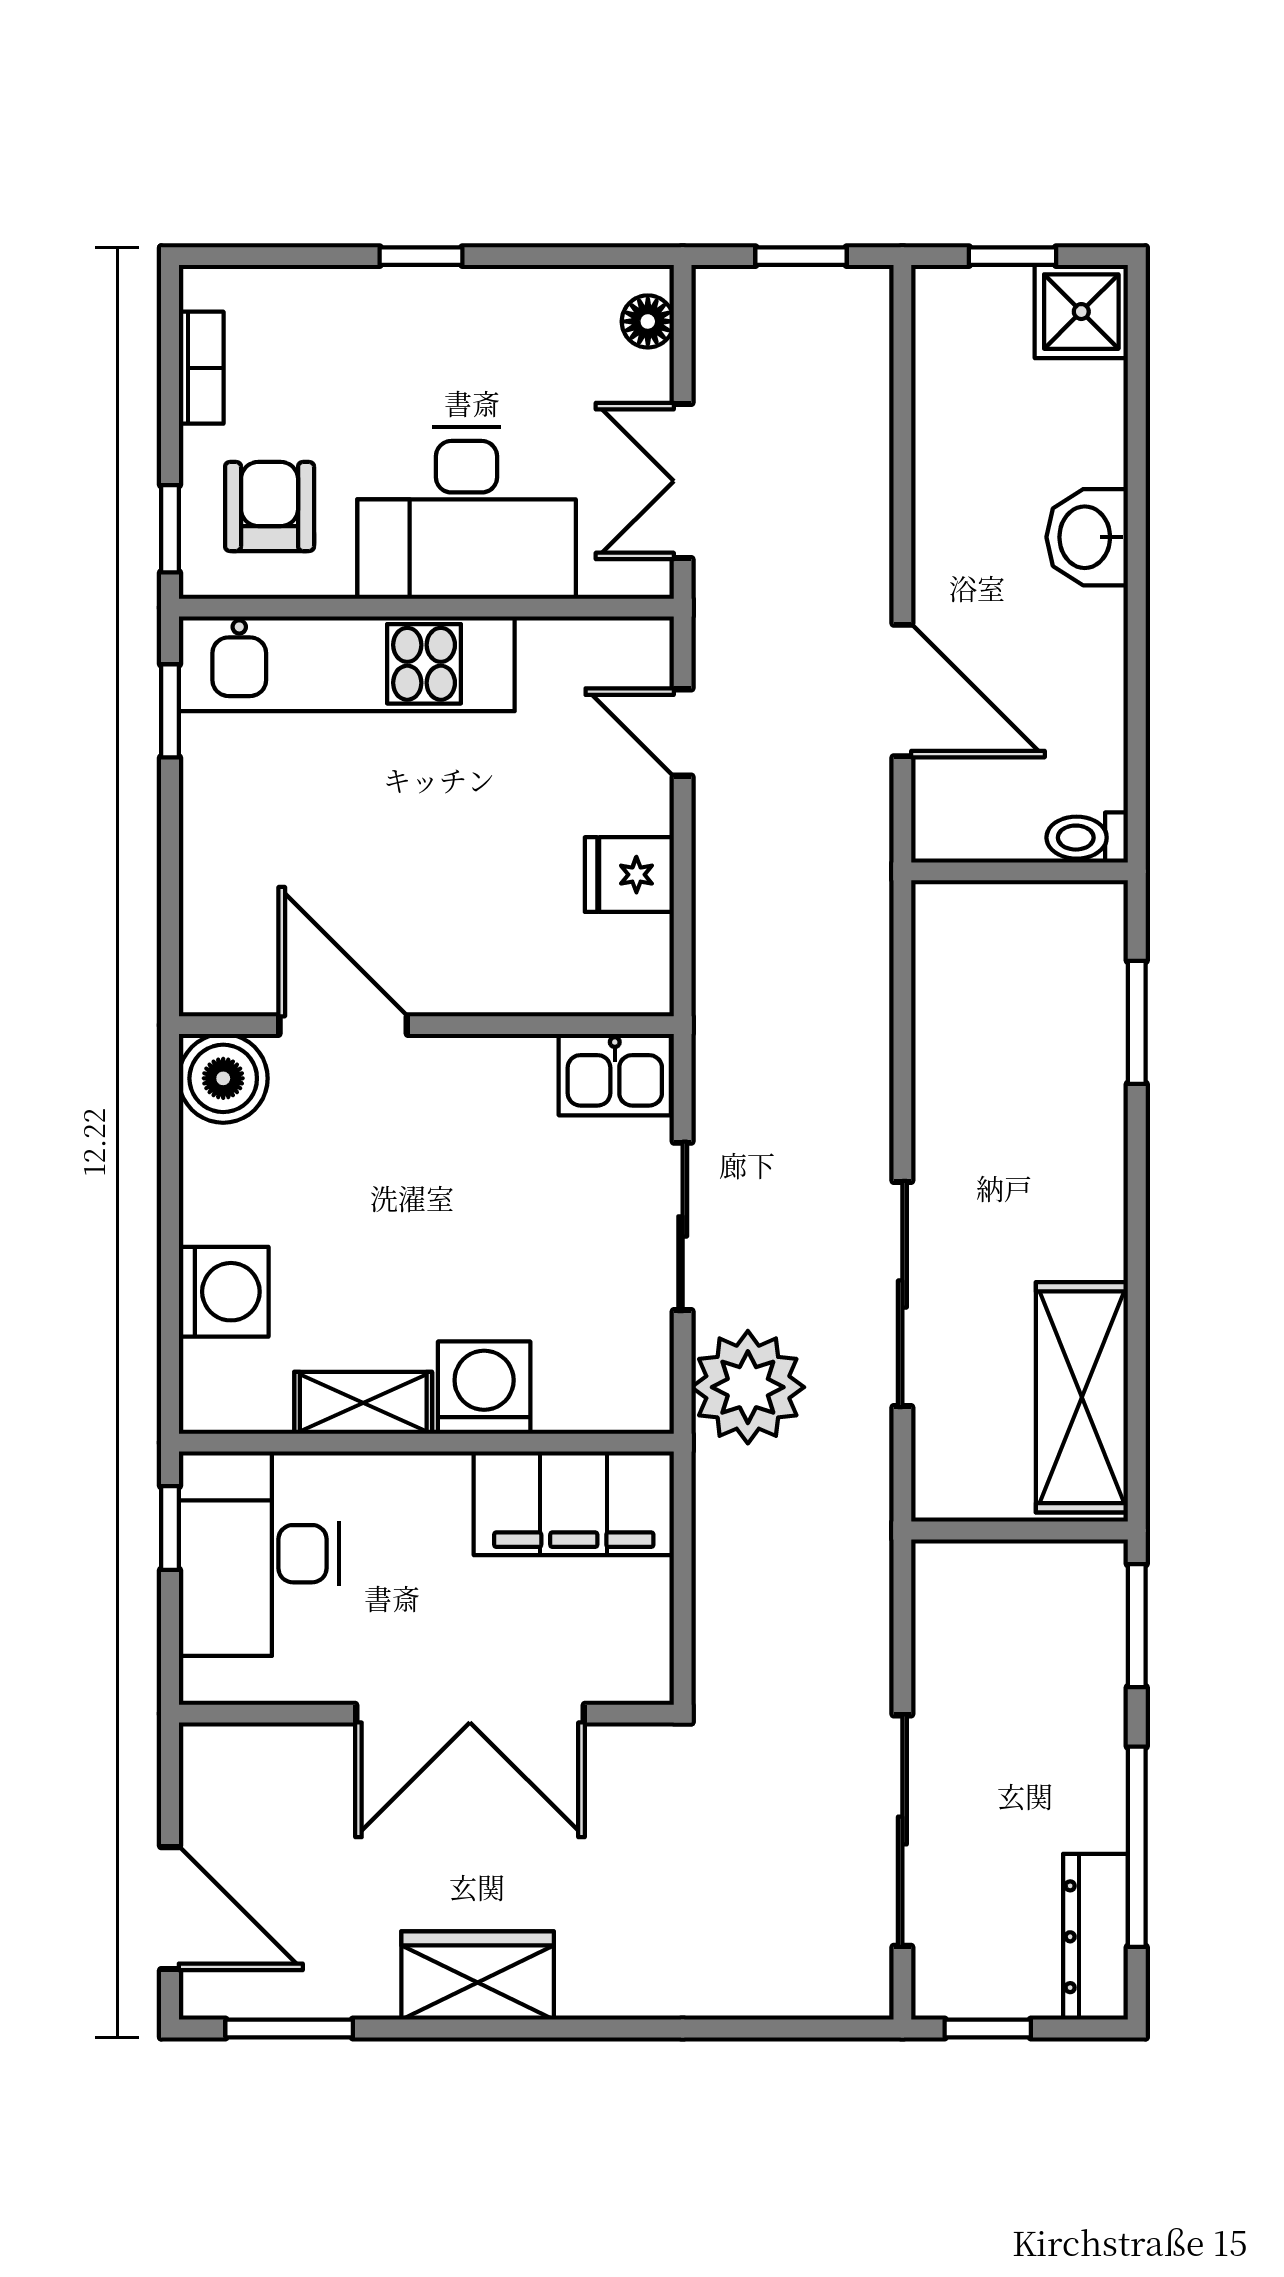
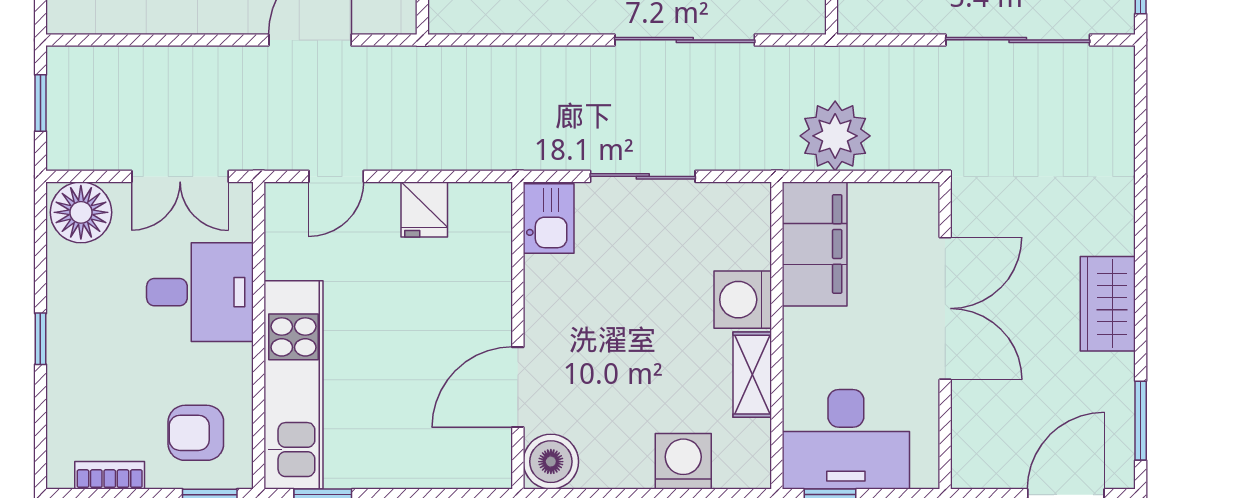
floor lamp: (648, 321) -> (81, 212), width x1.89, depth x1.89
desk: (467, 513) -> (200, 292), width x0.73
plant: (748, 1387) -> (835, 136), moved

